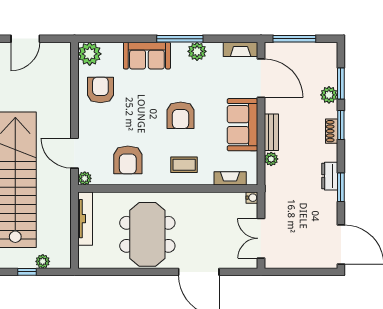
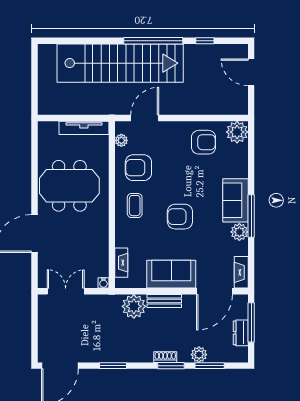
sofa: (147, 56) -> (235, 200), moved
plant: (271, 159) -> (134, 306), width x1.87, depth x1.87
coffee table: (184, 165) -> (135, 206), moved
dresser: (330, 176) -> (241, 333), moved, turned -90
plant: (85, 178) -> (121, 140), moved
plant: (43, 261) -> (44, 89), removed
window: (27, 272) -> (34, 74), removed

